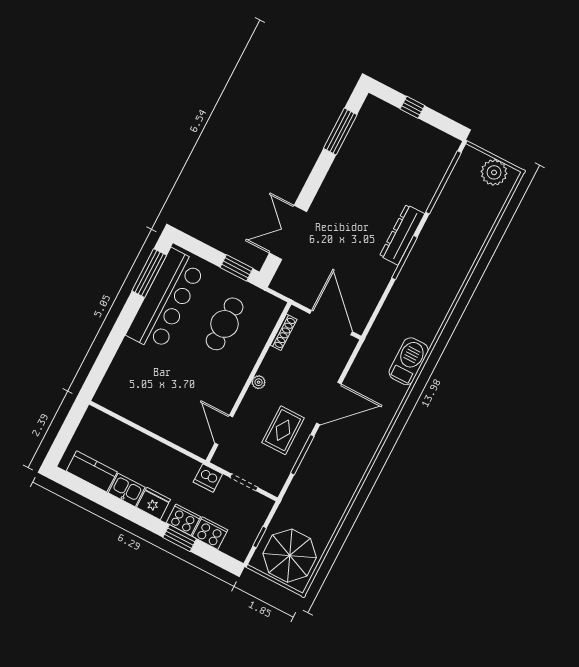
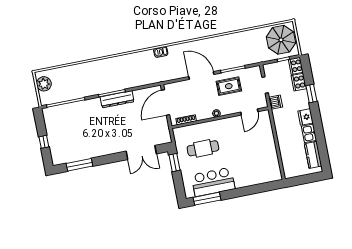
dresser: (402, 235) -> (117, 99), moved
bar counter: (166, 300) -> (213, 182), width x0.73
barbecue: (409, 361) -> (161, 52), width x0.53, depth x0.65
cooker: (183, 520) -> (296, 66), moved

